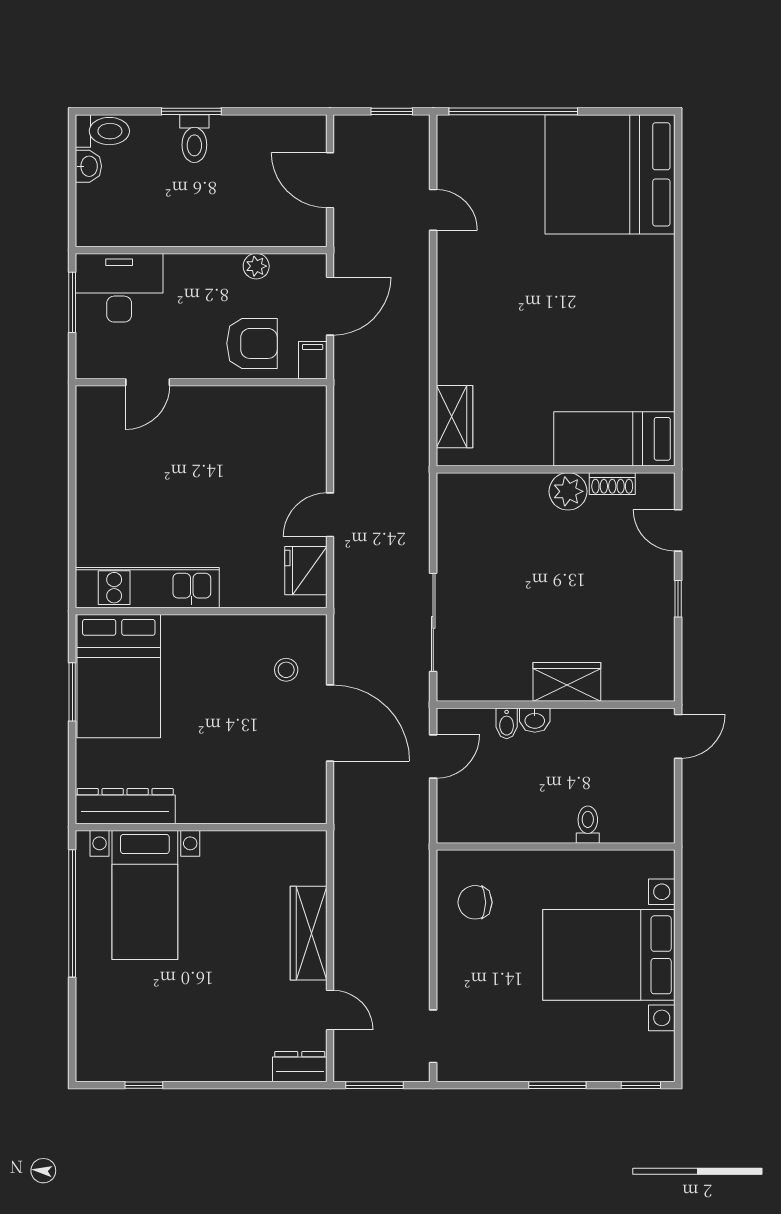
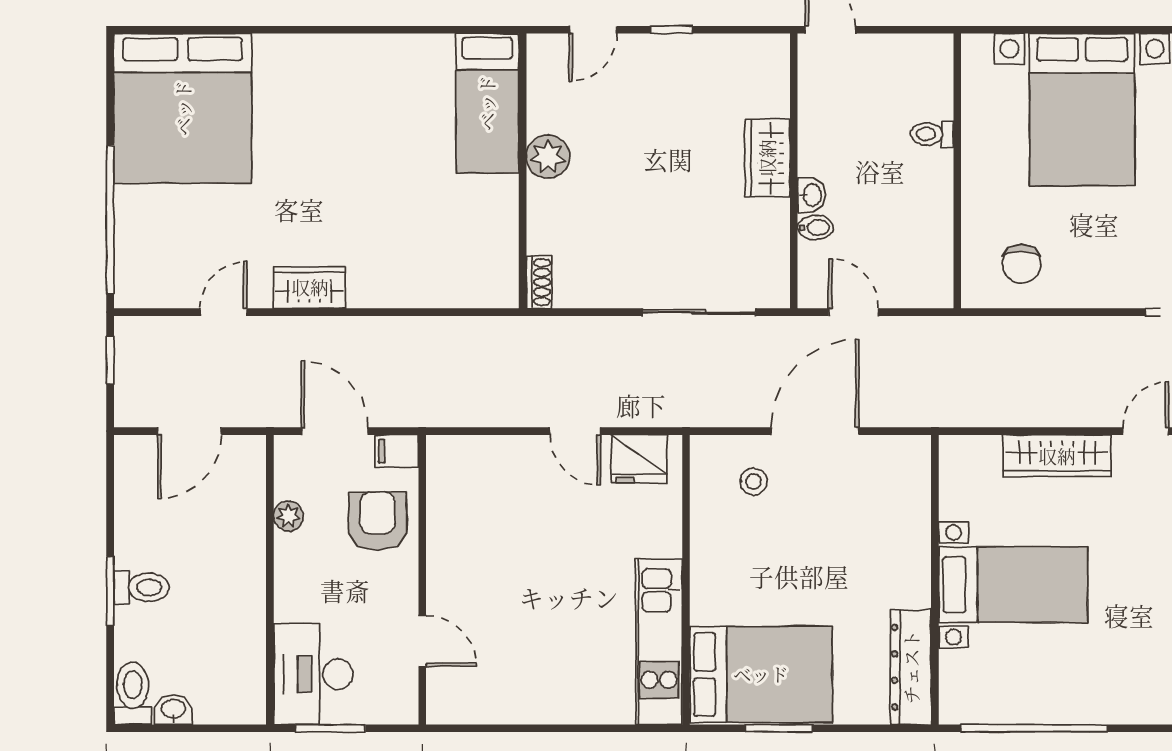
wardrobe: (455, 417) -> (310, 287), moved
shoe rack: (612, 484) -> (539, 282), moved
bed with nightstands: (145, 895) -> (1013, 585), moved

